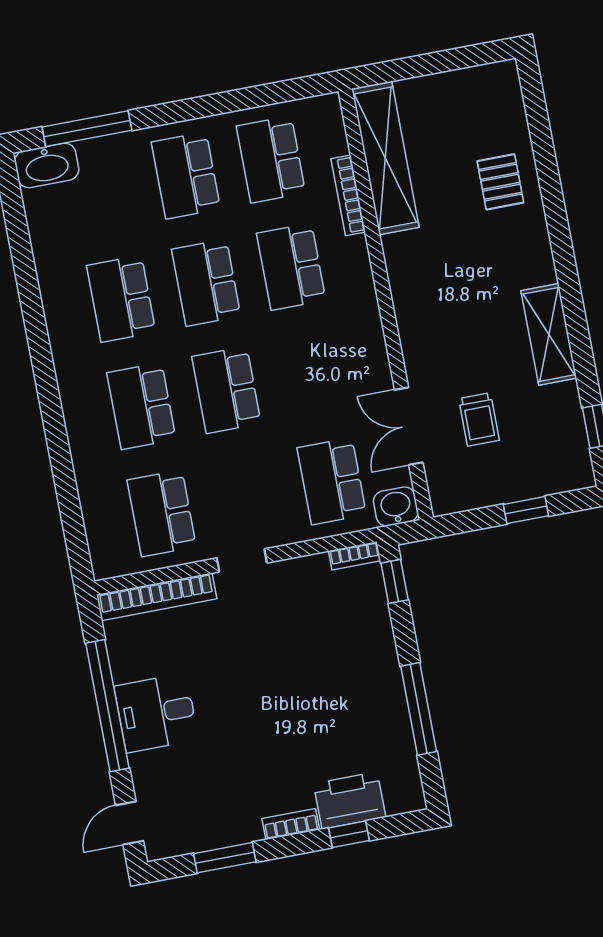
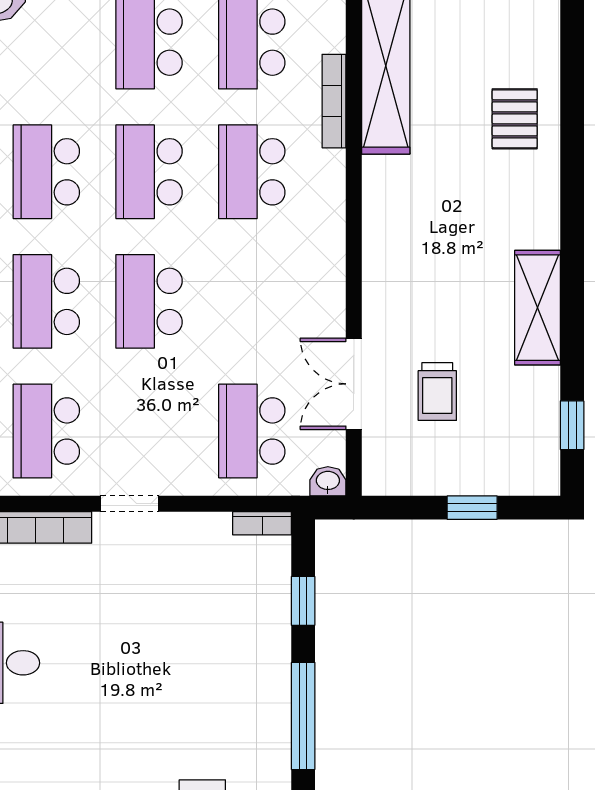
washbasin: (396, 507) -> (328, 481), width x0.72, depth x0.69
window: (395, 581) -> (303, 601), moved

